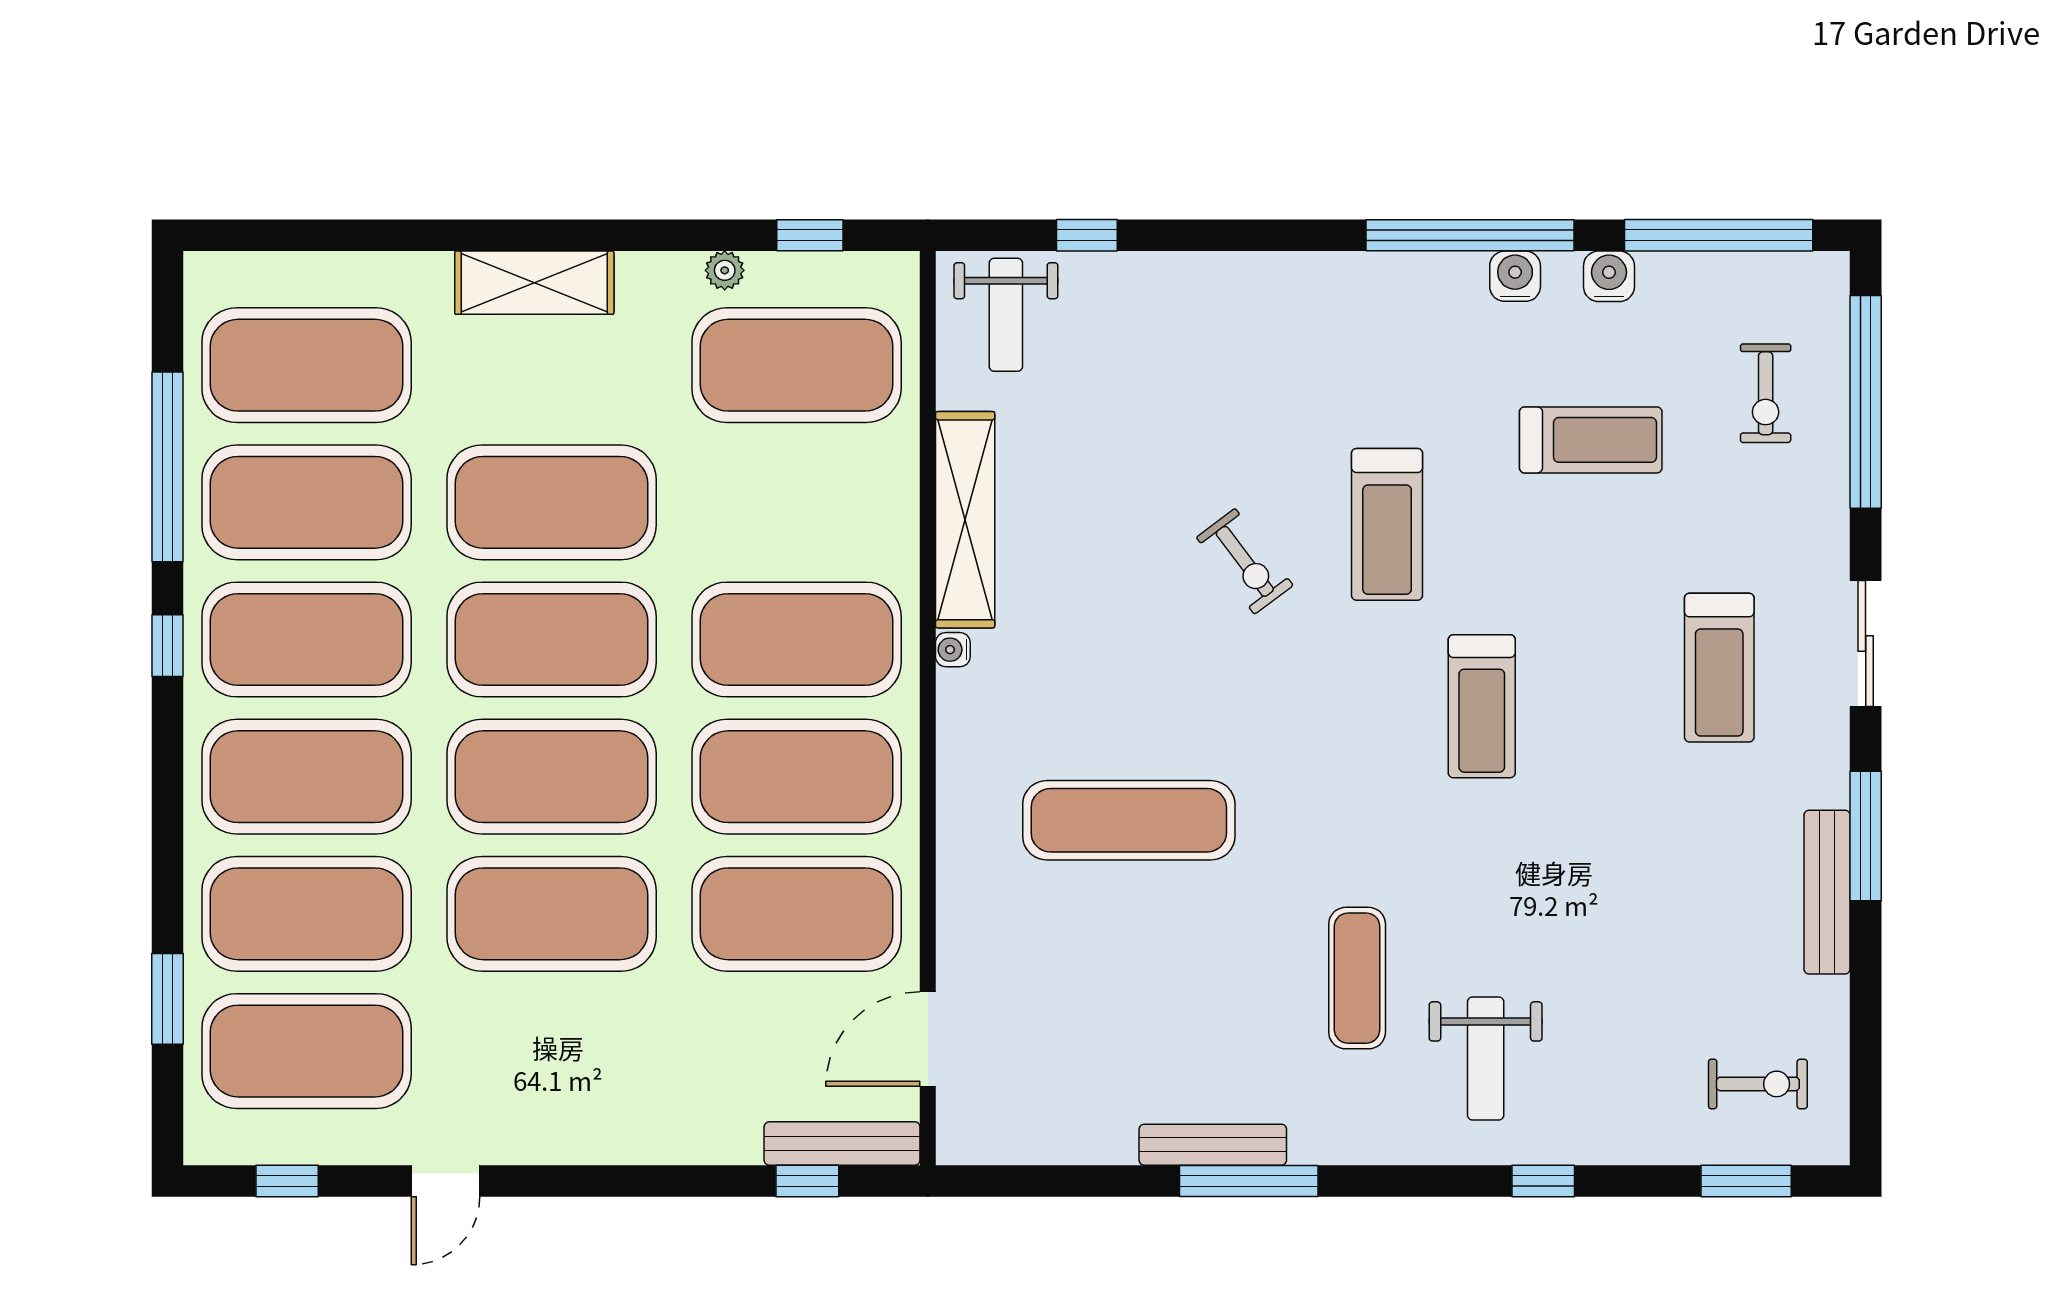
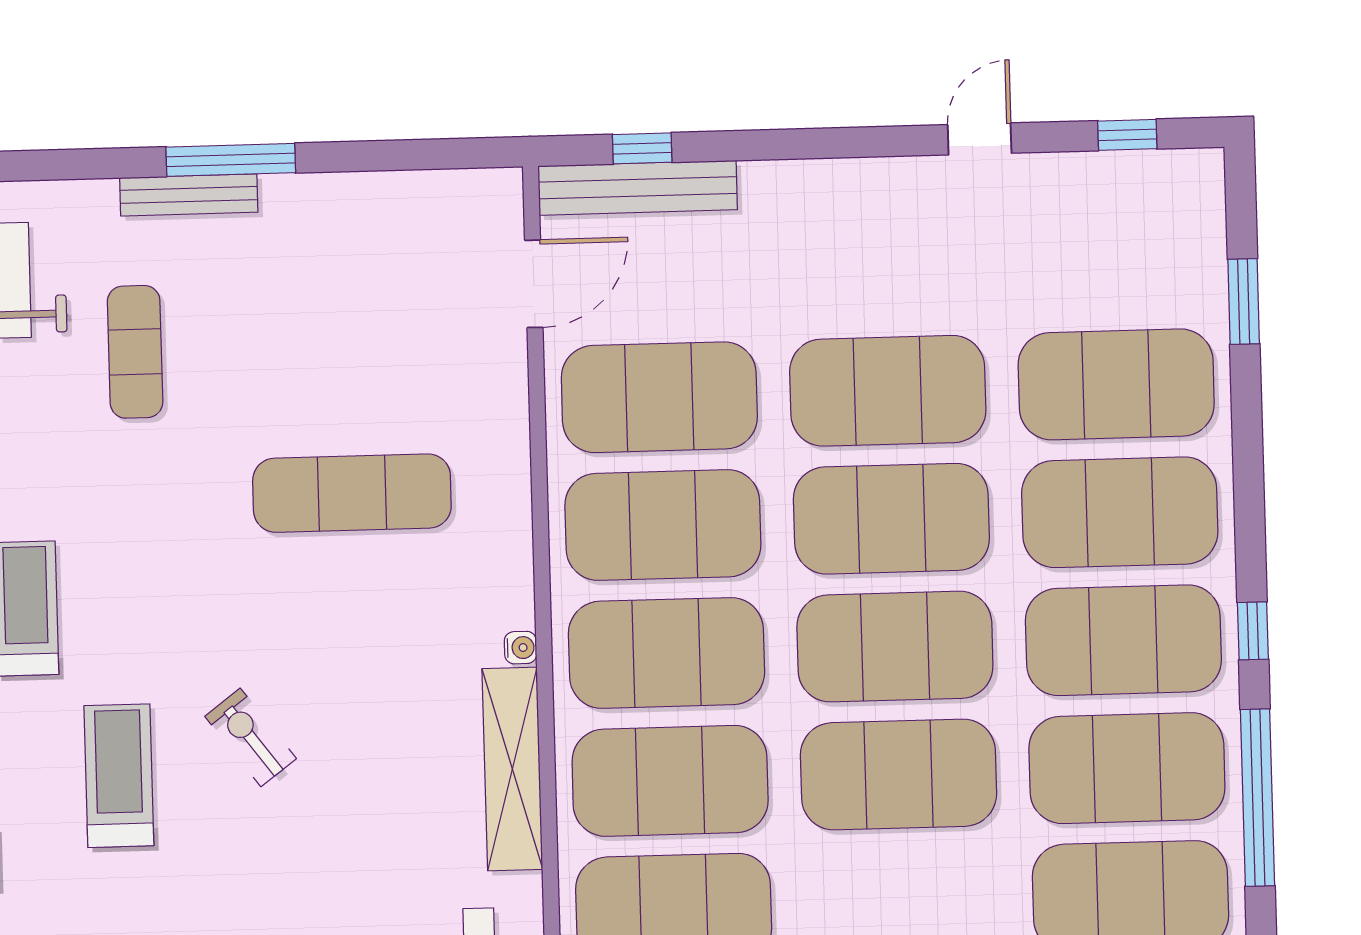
exercise mat: (307, 1051) -> (670, 781), moved
bench: (842, 1143) -> (638, 188), width x1.37, depth x1.21
bench: (1213, 1145) -> (189, 195), moved

